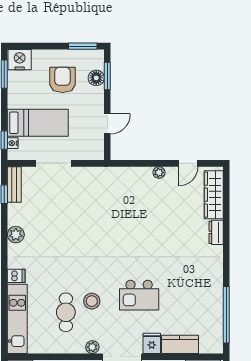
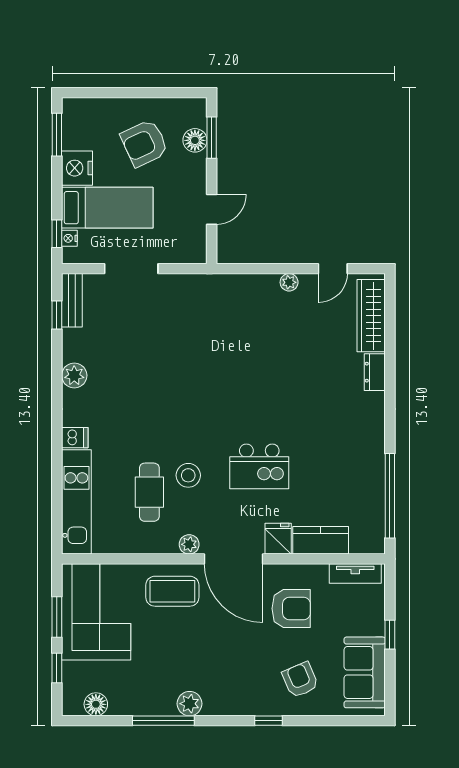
window: (83, 46) -> (175, 93), removed
nightstand: (20, 60) -> (77, 168), moved, turned -90
armchair: (63, 80) -> (144, 143), turned -115

